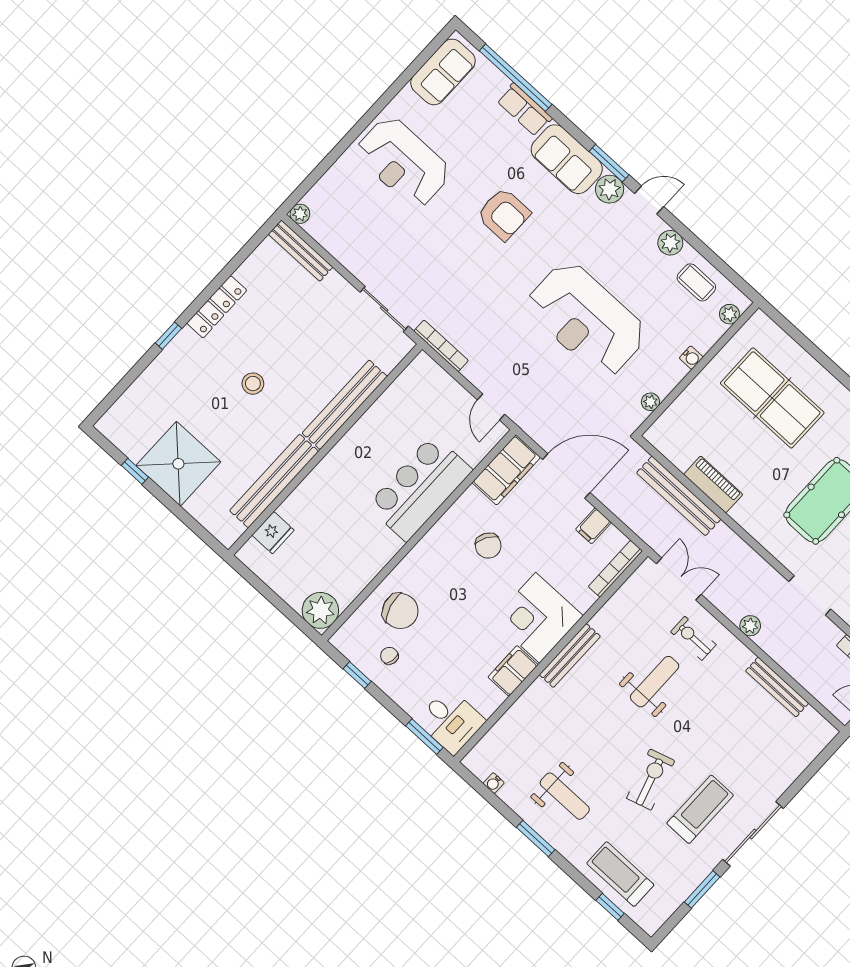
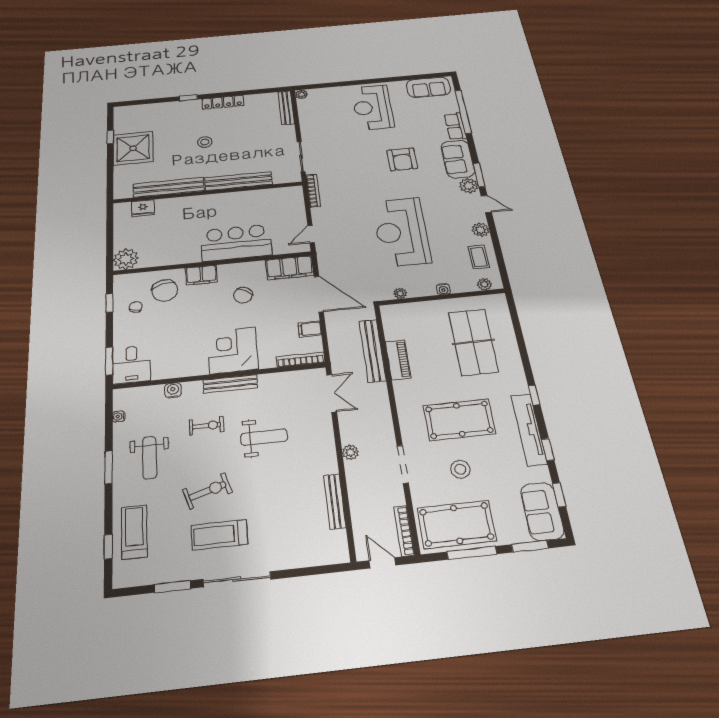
exercise bike: (693, 638) -> (207, 426), moved, turned 90
filing cabinet: (513, 671) -> (201, 275), moved, turned 180
water cooler: (520, 711) -> (173, 390), added
treadmill: (700, 809) -> (219, 535), turned 180

